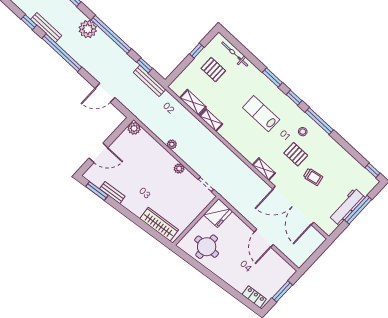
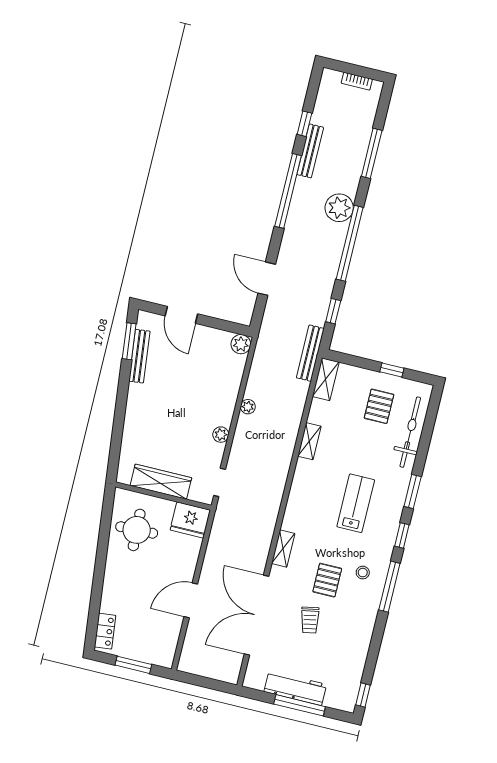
bicycle: (235, 54) -> (410, 432), width x1.37, depth x1.40
bench: (150, 81) -> (310, 353), moved
shelving: (193, 102) -> (326, 379), moved
bench: (112, 193) -> (139, 356), width x1.36
wardrobe: (159, 224) -> (161, 482), moved, turned -84

